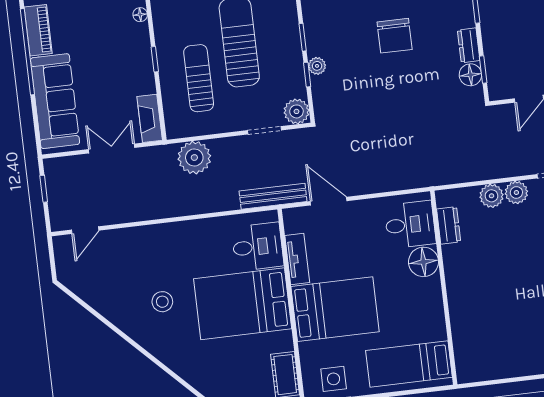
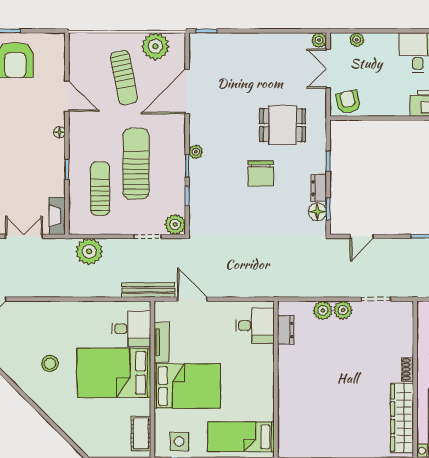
plant: (317, 66) -> (196, 152), moved
floor lamp: (424, 262) -> (262, 357), removed

